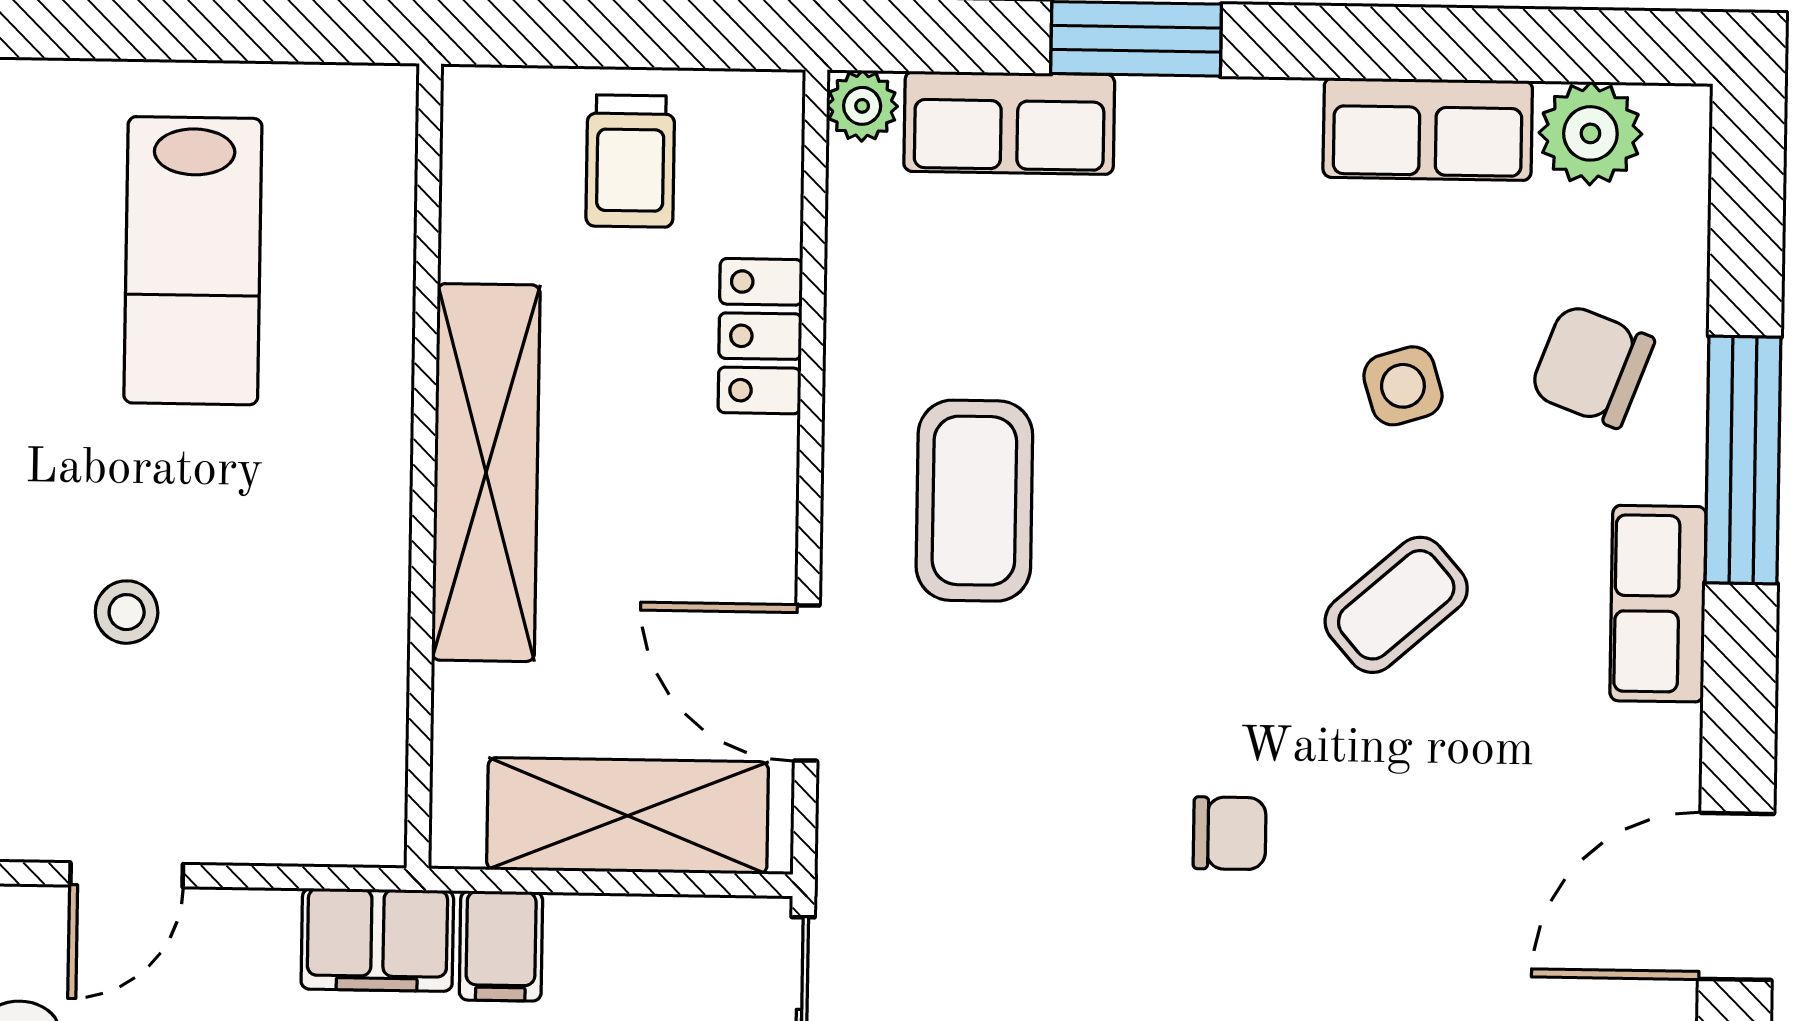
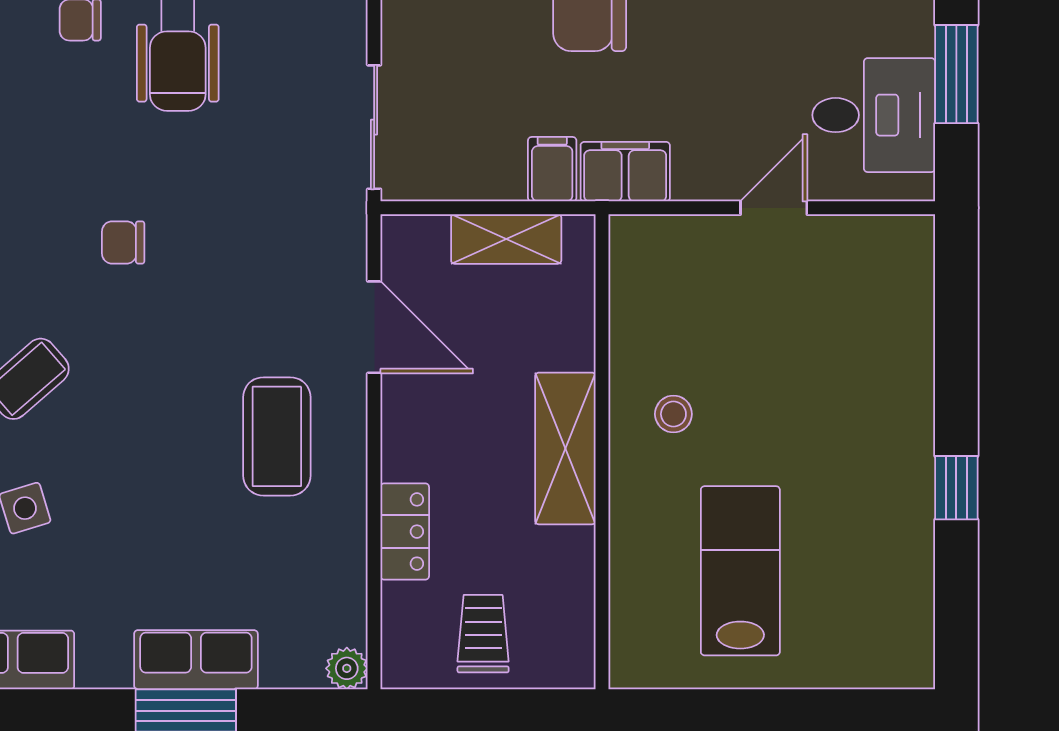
row of seats: (1009, 123) -> (196, 660), moved
shelving: (486, 473) -> (565, 448), width x0.68
stool: (127, 612) -> (673, 414), moved
shelving: (628, 816) -> (506, 239), width x0.67, depth x0.75

